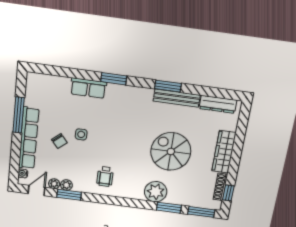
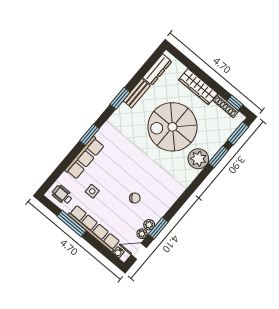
row of seats: (88, 88) -> (84, 158), width x1.48
bench: (177, 98) -> (137, 93), width x0.73
side table: (81, 134) -> (92, 191), moved
chair: (59, 141) -> (135, 198), moved
spiral stairs: (171, 151) -> (172, 127), width x1.37, depth x1.37
wheelchair: (105, 177) -> (62, 195), moved, turned 180
door: (37, 191) -> (139, 251), hinge flipped

